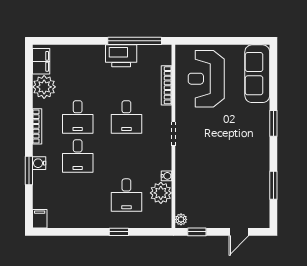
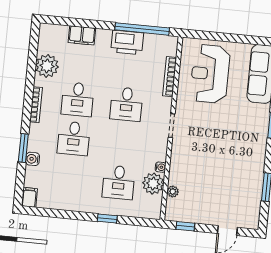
filing cabinet: (41, 61) -> (82, 35), moved, turned 90
water cooler: (39, 163) -> (33, 159), moved
plant: (181, 219) -> (173, 192), moved

